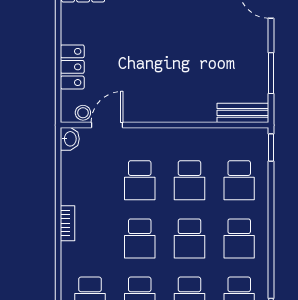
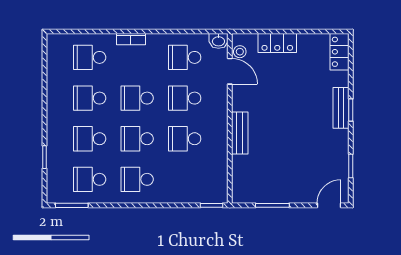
bench: (243, 113) -> (240, 133), moved
school desk: (239, 180) -> (185, 57), moved
bookcase: (68, 223) -> (131, 39), moved

